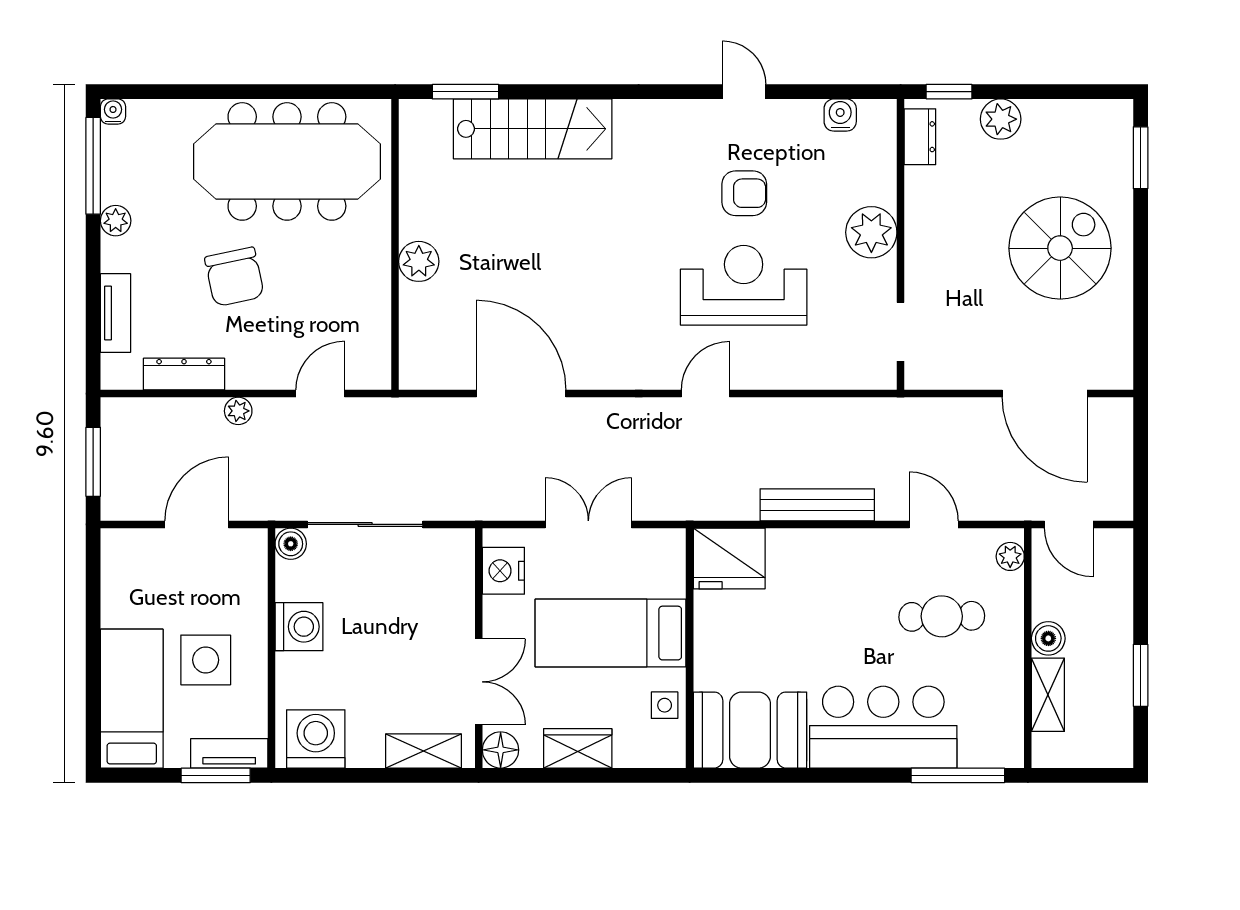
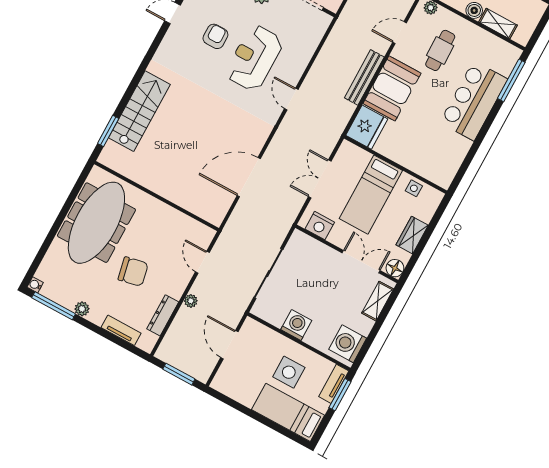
plant: (419, 261) -> (169, 190), removed
boiler: (291, 544) -> (259, 309), removed
booth: (750, 730) -> (392, 88), moved

